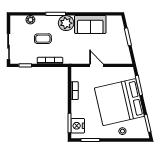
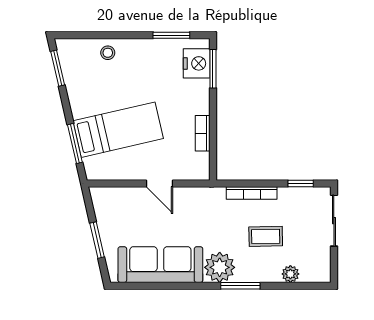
sofa: (90, 24) -> (160, 265), width x1.36
bed: (119, 102) -> (118, 130), width x0.49

